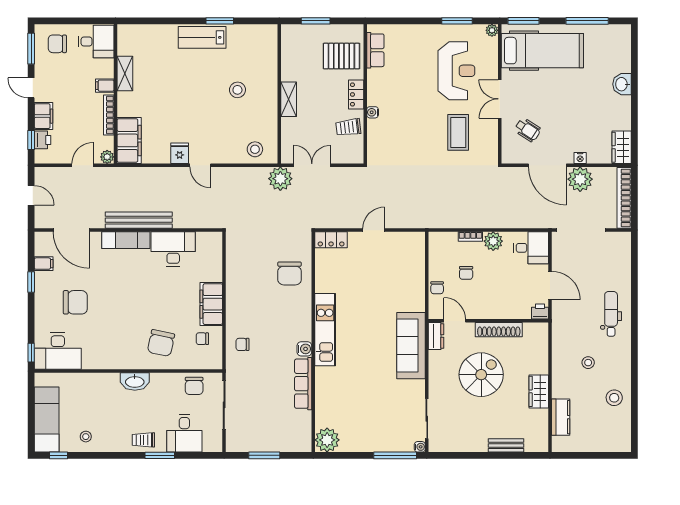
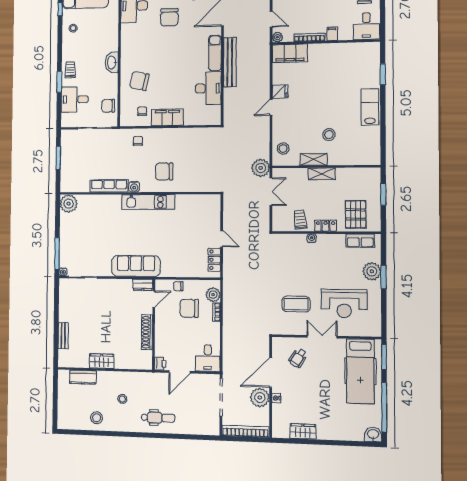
window: (220, 21) -> (383, 74), moved
window: (457, 21) -> (384, 277), moved
window: (587, 21) -> (384, 407), width x1.46
plant: (492, 30) -> (372, 271), moved, width x1.88, depth x1.88
shelving: (125, 73) -> (314, 159), moved
washbasin: (622, 84) -> (373, 434), moved
wardrobe: (622, 147) -> (303, 431), moved
locker: (331, 240) -> (214, 260), moved
plant: (493, 241) -> (213, 295), moved
chair: (290, 273) -> (164, 171), moved
chair: (466, 273) -> (189, 308), width x1.87, depth x1.87
spiral stairs: (481, 375) -> (114, 318), removed

